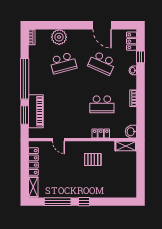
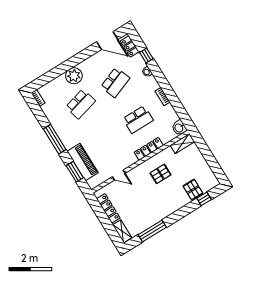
door: (102, 25) -> (107, 41), moved
plant: (59, 37) -> (74, 76), moved
school desk: (102, 63) -> (115, 82), turned -45
window: (25, 79) -> (55, 139), width x0.68
locker: (101, 134) -> (149, 149), width x1.53
pallet: (111, 189) -> (193, 190), added
window: (84, 202) -> (204, 199), moved

